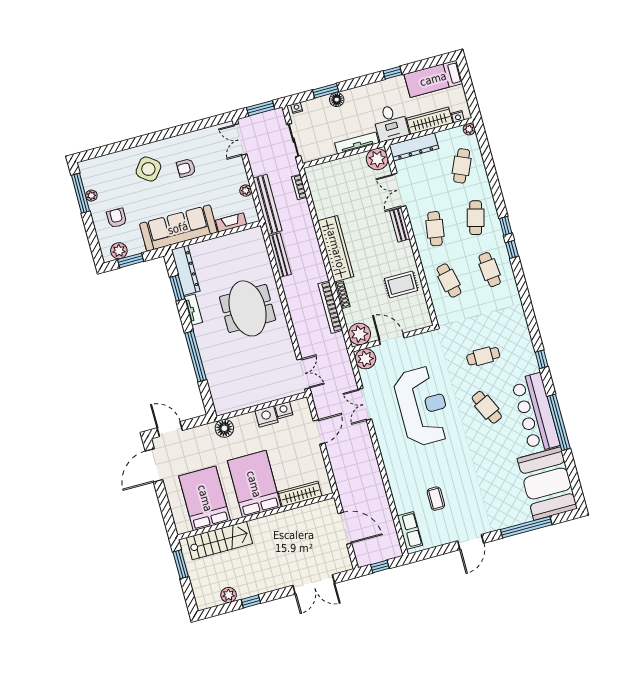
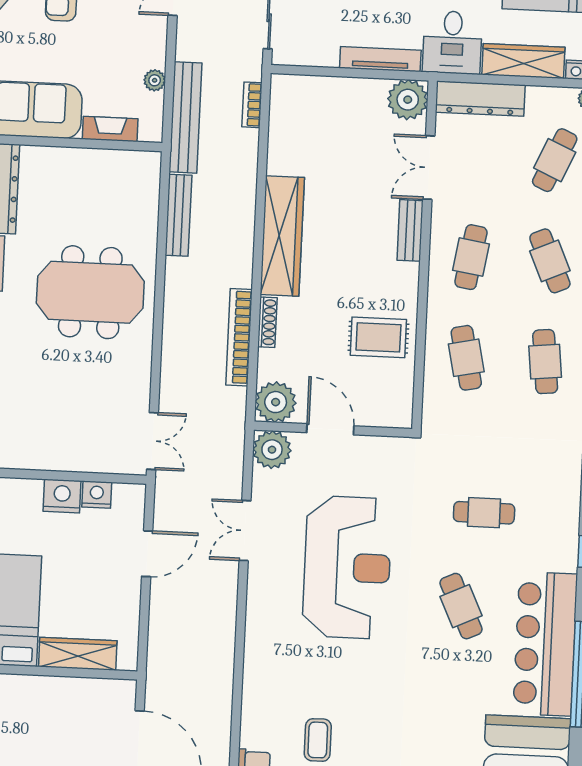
cafe table: (476, 218) -> (550, 261), turned -39
meeting table: (248, 308) -> (90, 292), turned 90

